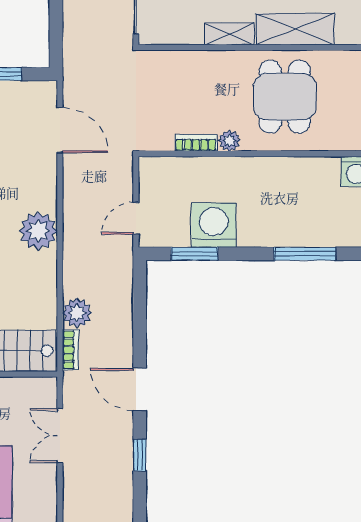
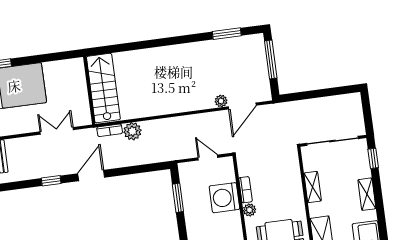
shelving: (229, 34) -> (313, 187), moved
door: (136, 218) -> (208, 158), moved
washing machine: (214, 225) -> (224, 198), moved, turned 180
plant: (38, 231) -> (221, 101), moved, width x0.53, depth x0.53

